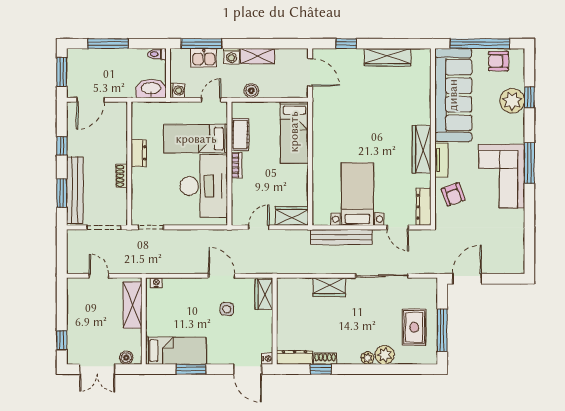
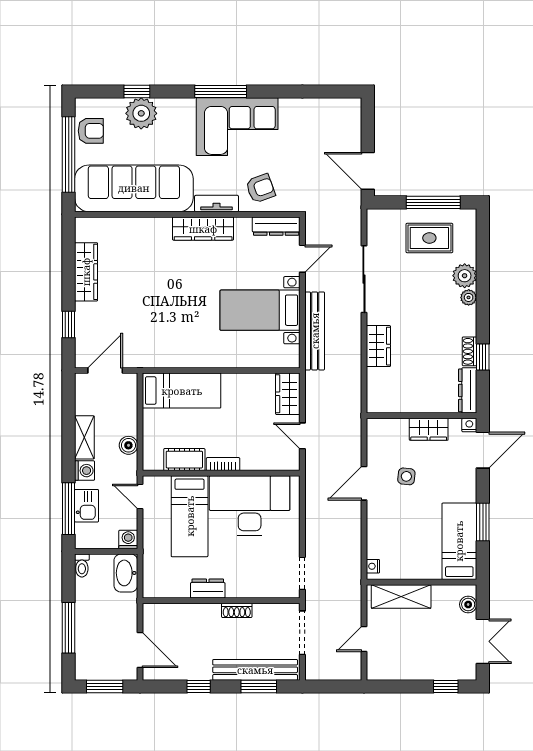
armchair: (498, 61) -> (91, 131), turned -90
wardrobe: (264, 294) -> (429, 429), moved

